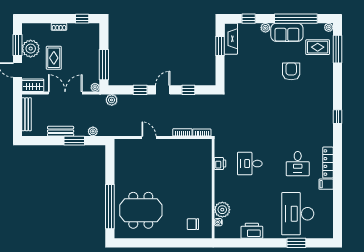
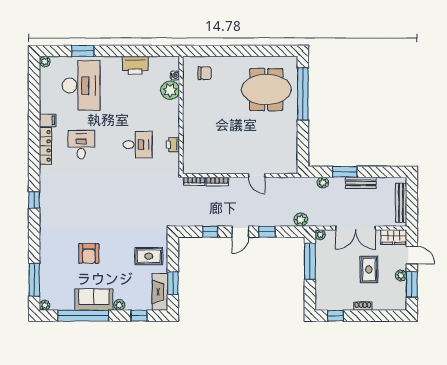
rug: (318, 47) -> (149, 256), moved
plant: (31, 49) -> (401, 275), width x0.53, depth x0.53
plant: (329, 234) -> (45, 62), added

